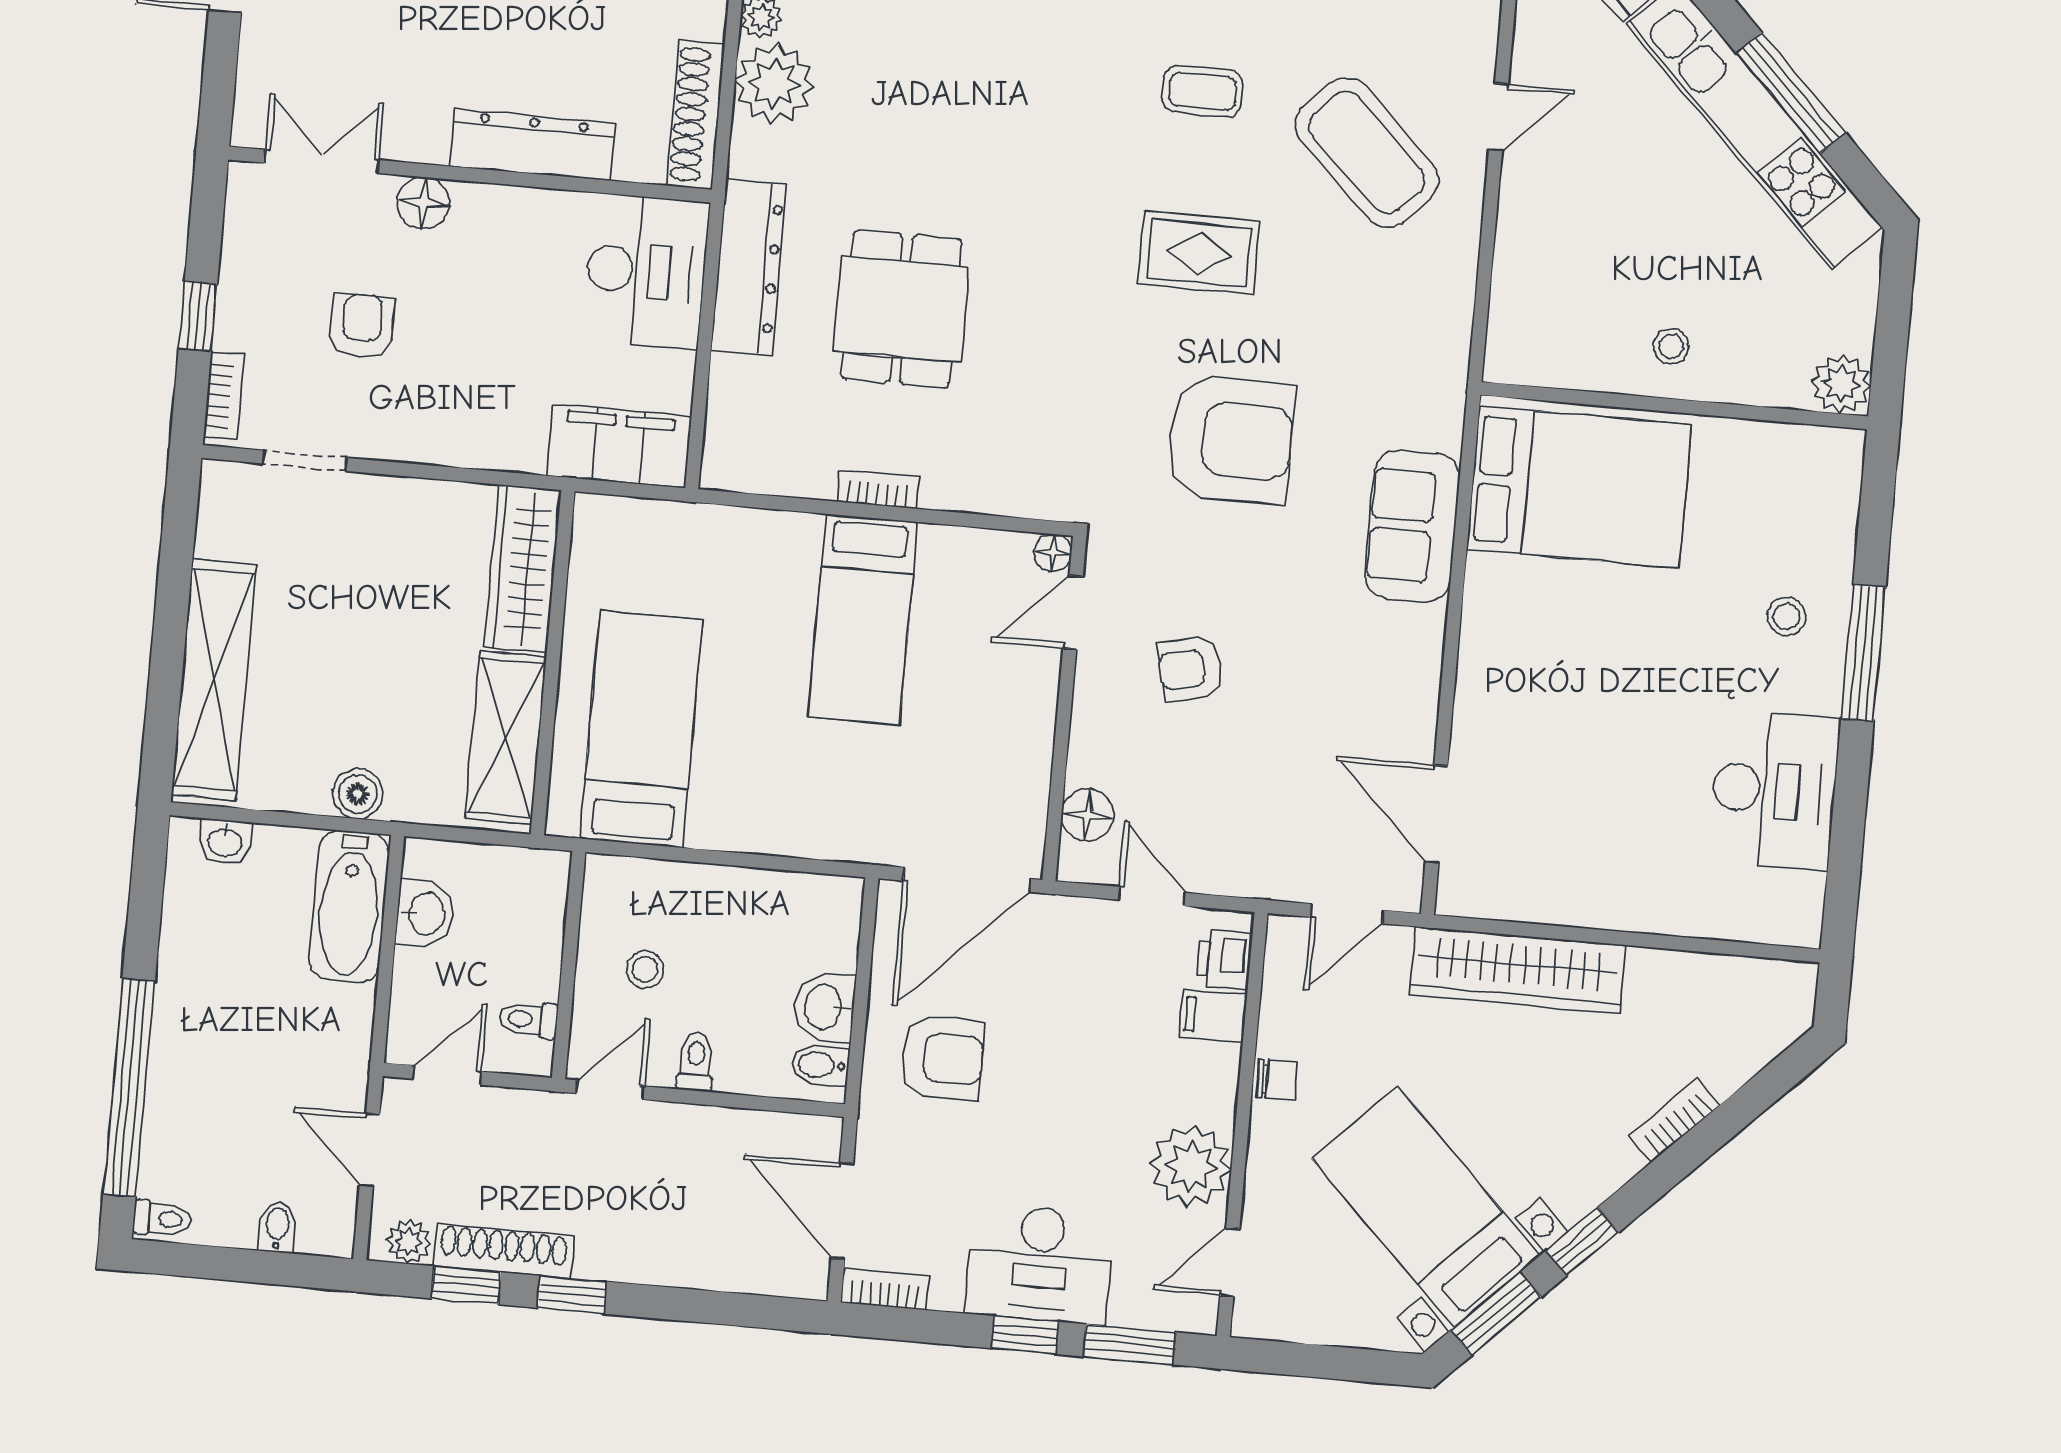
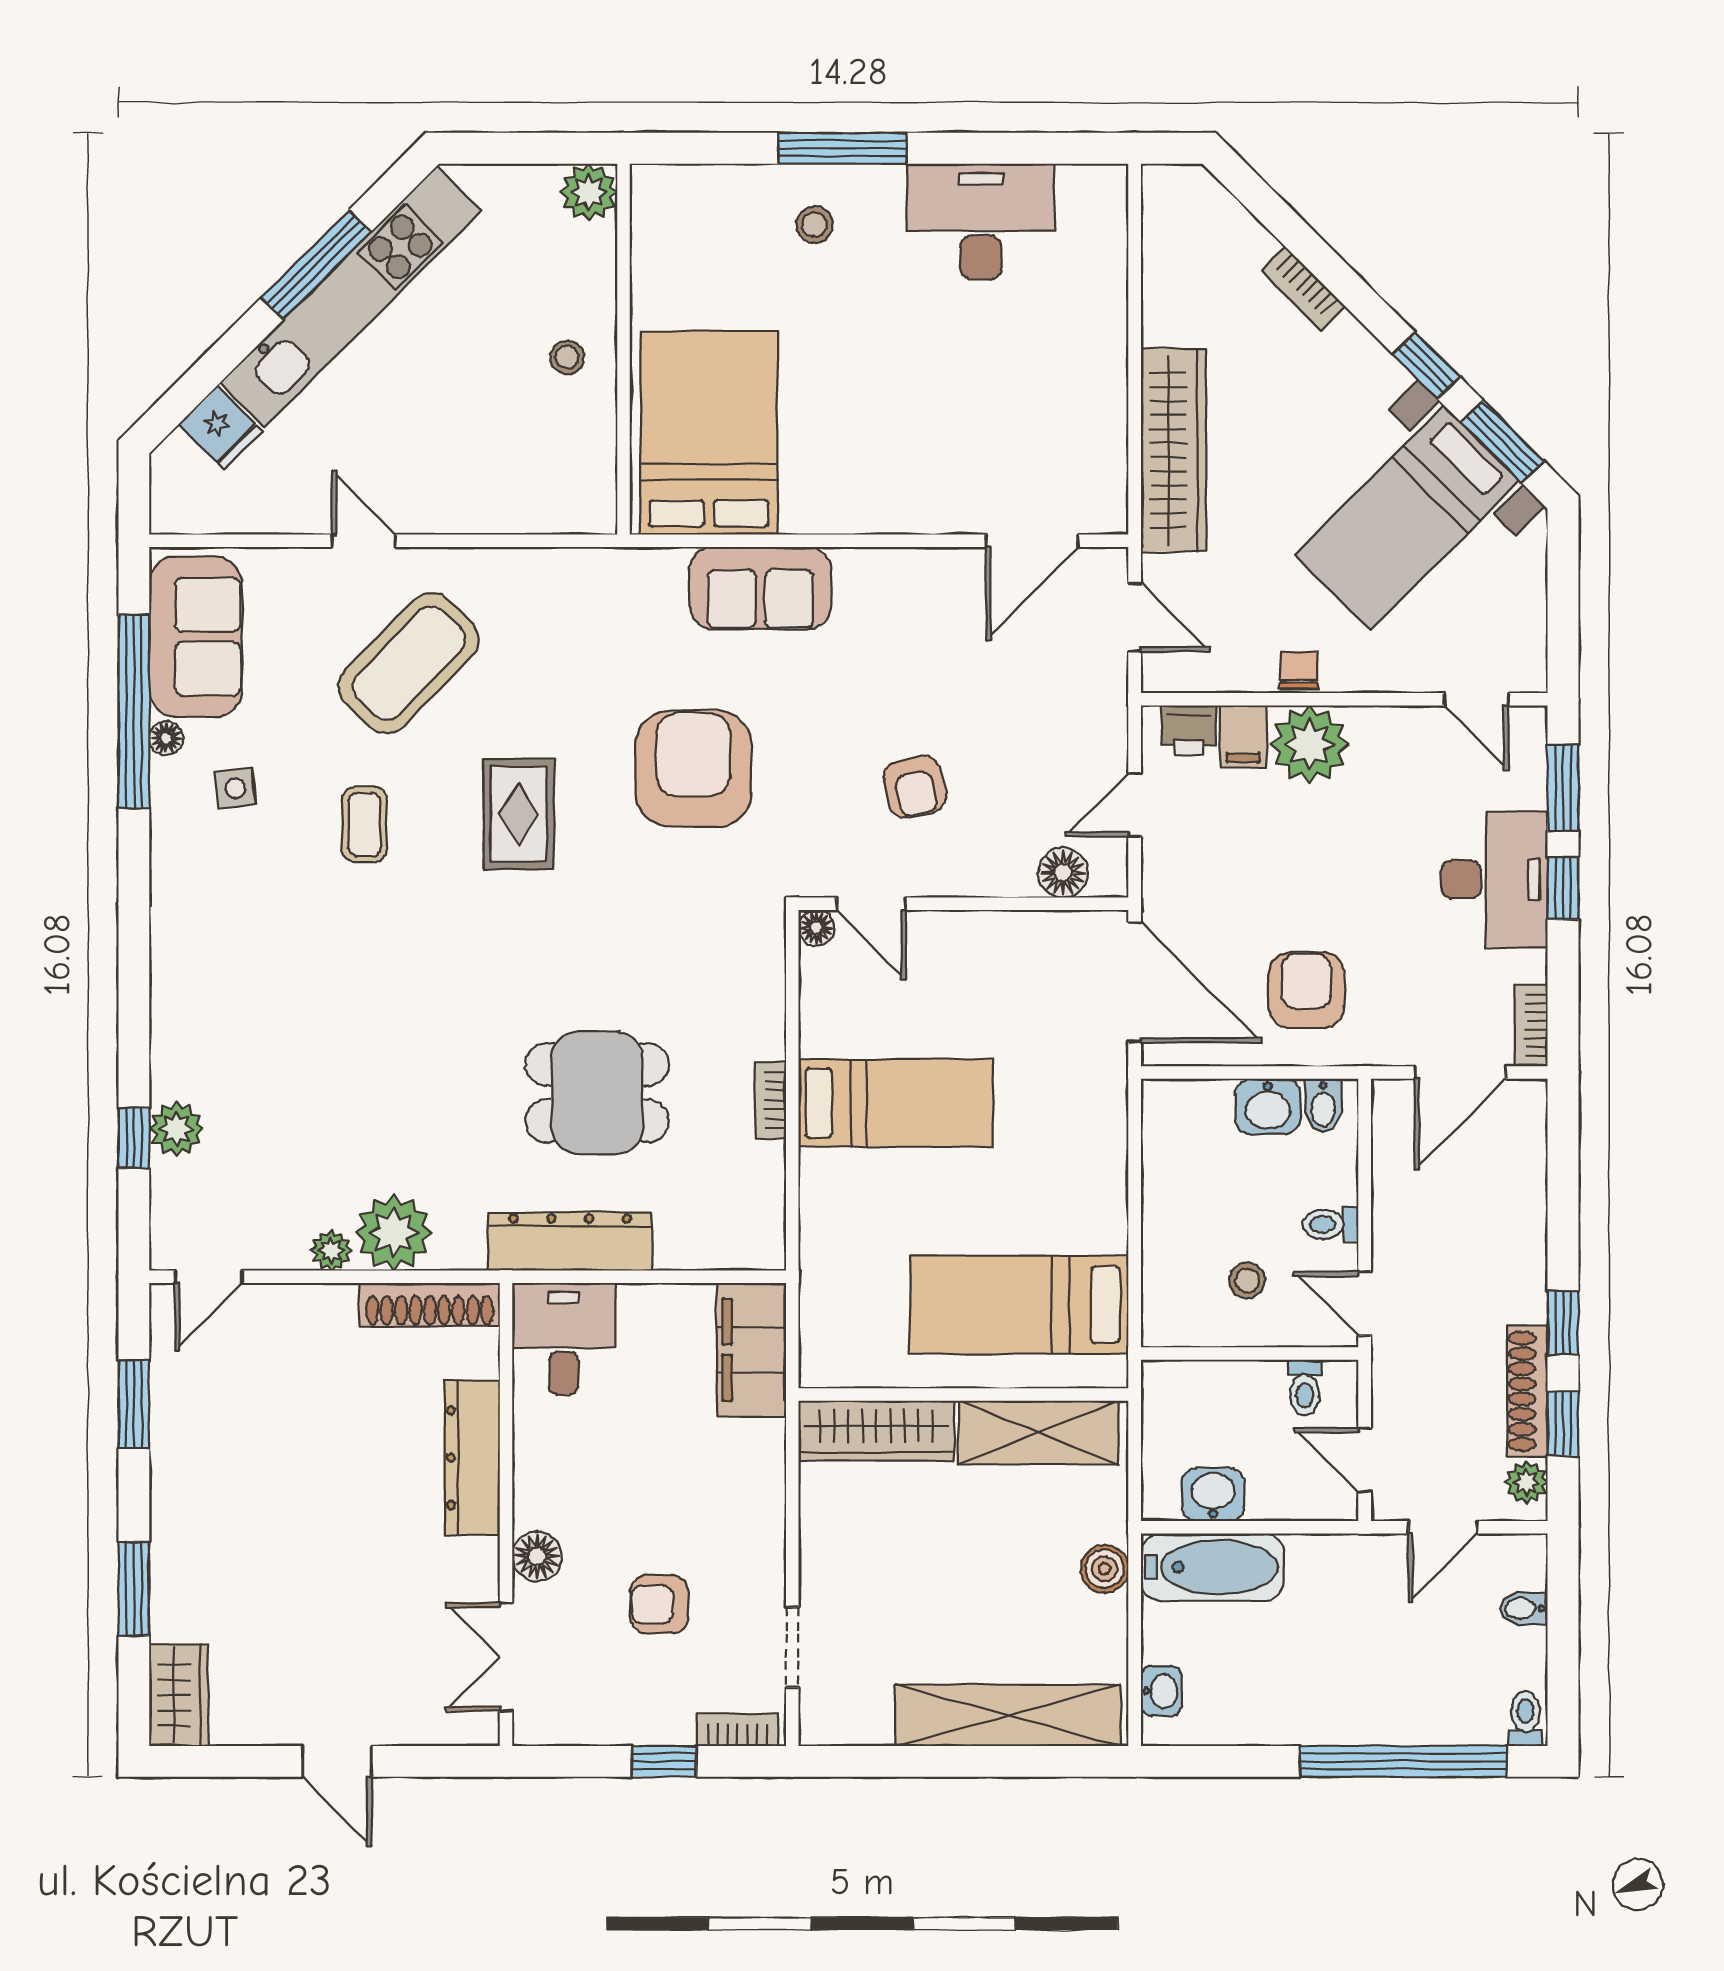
desk: (646, 271) -> (564, 1339), width x0.73
plant: (1191, 1166) -> (1310, 745), moved

